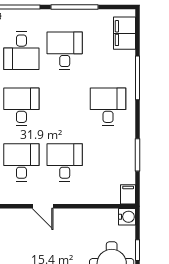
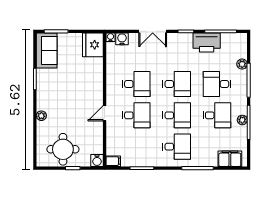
plant: (71, 16) -> (242, 120), added
desk: (65, 107) -> (177, 115), added
door: (43, 206) -> (105, 113), moved

